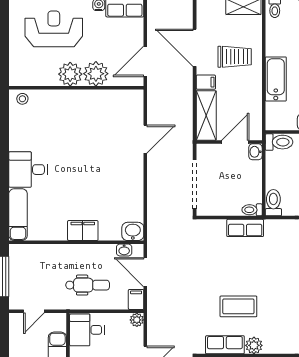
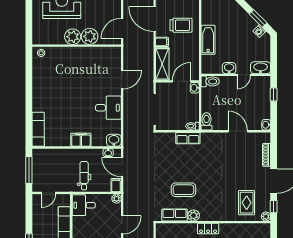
desk: (28, 170) -> (108, 108), moved, turned 180
dental chair: (88, 285) -> (84, 176), turned -90

